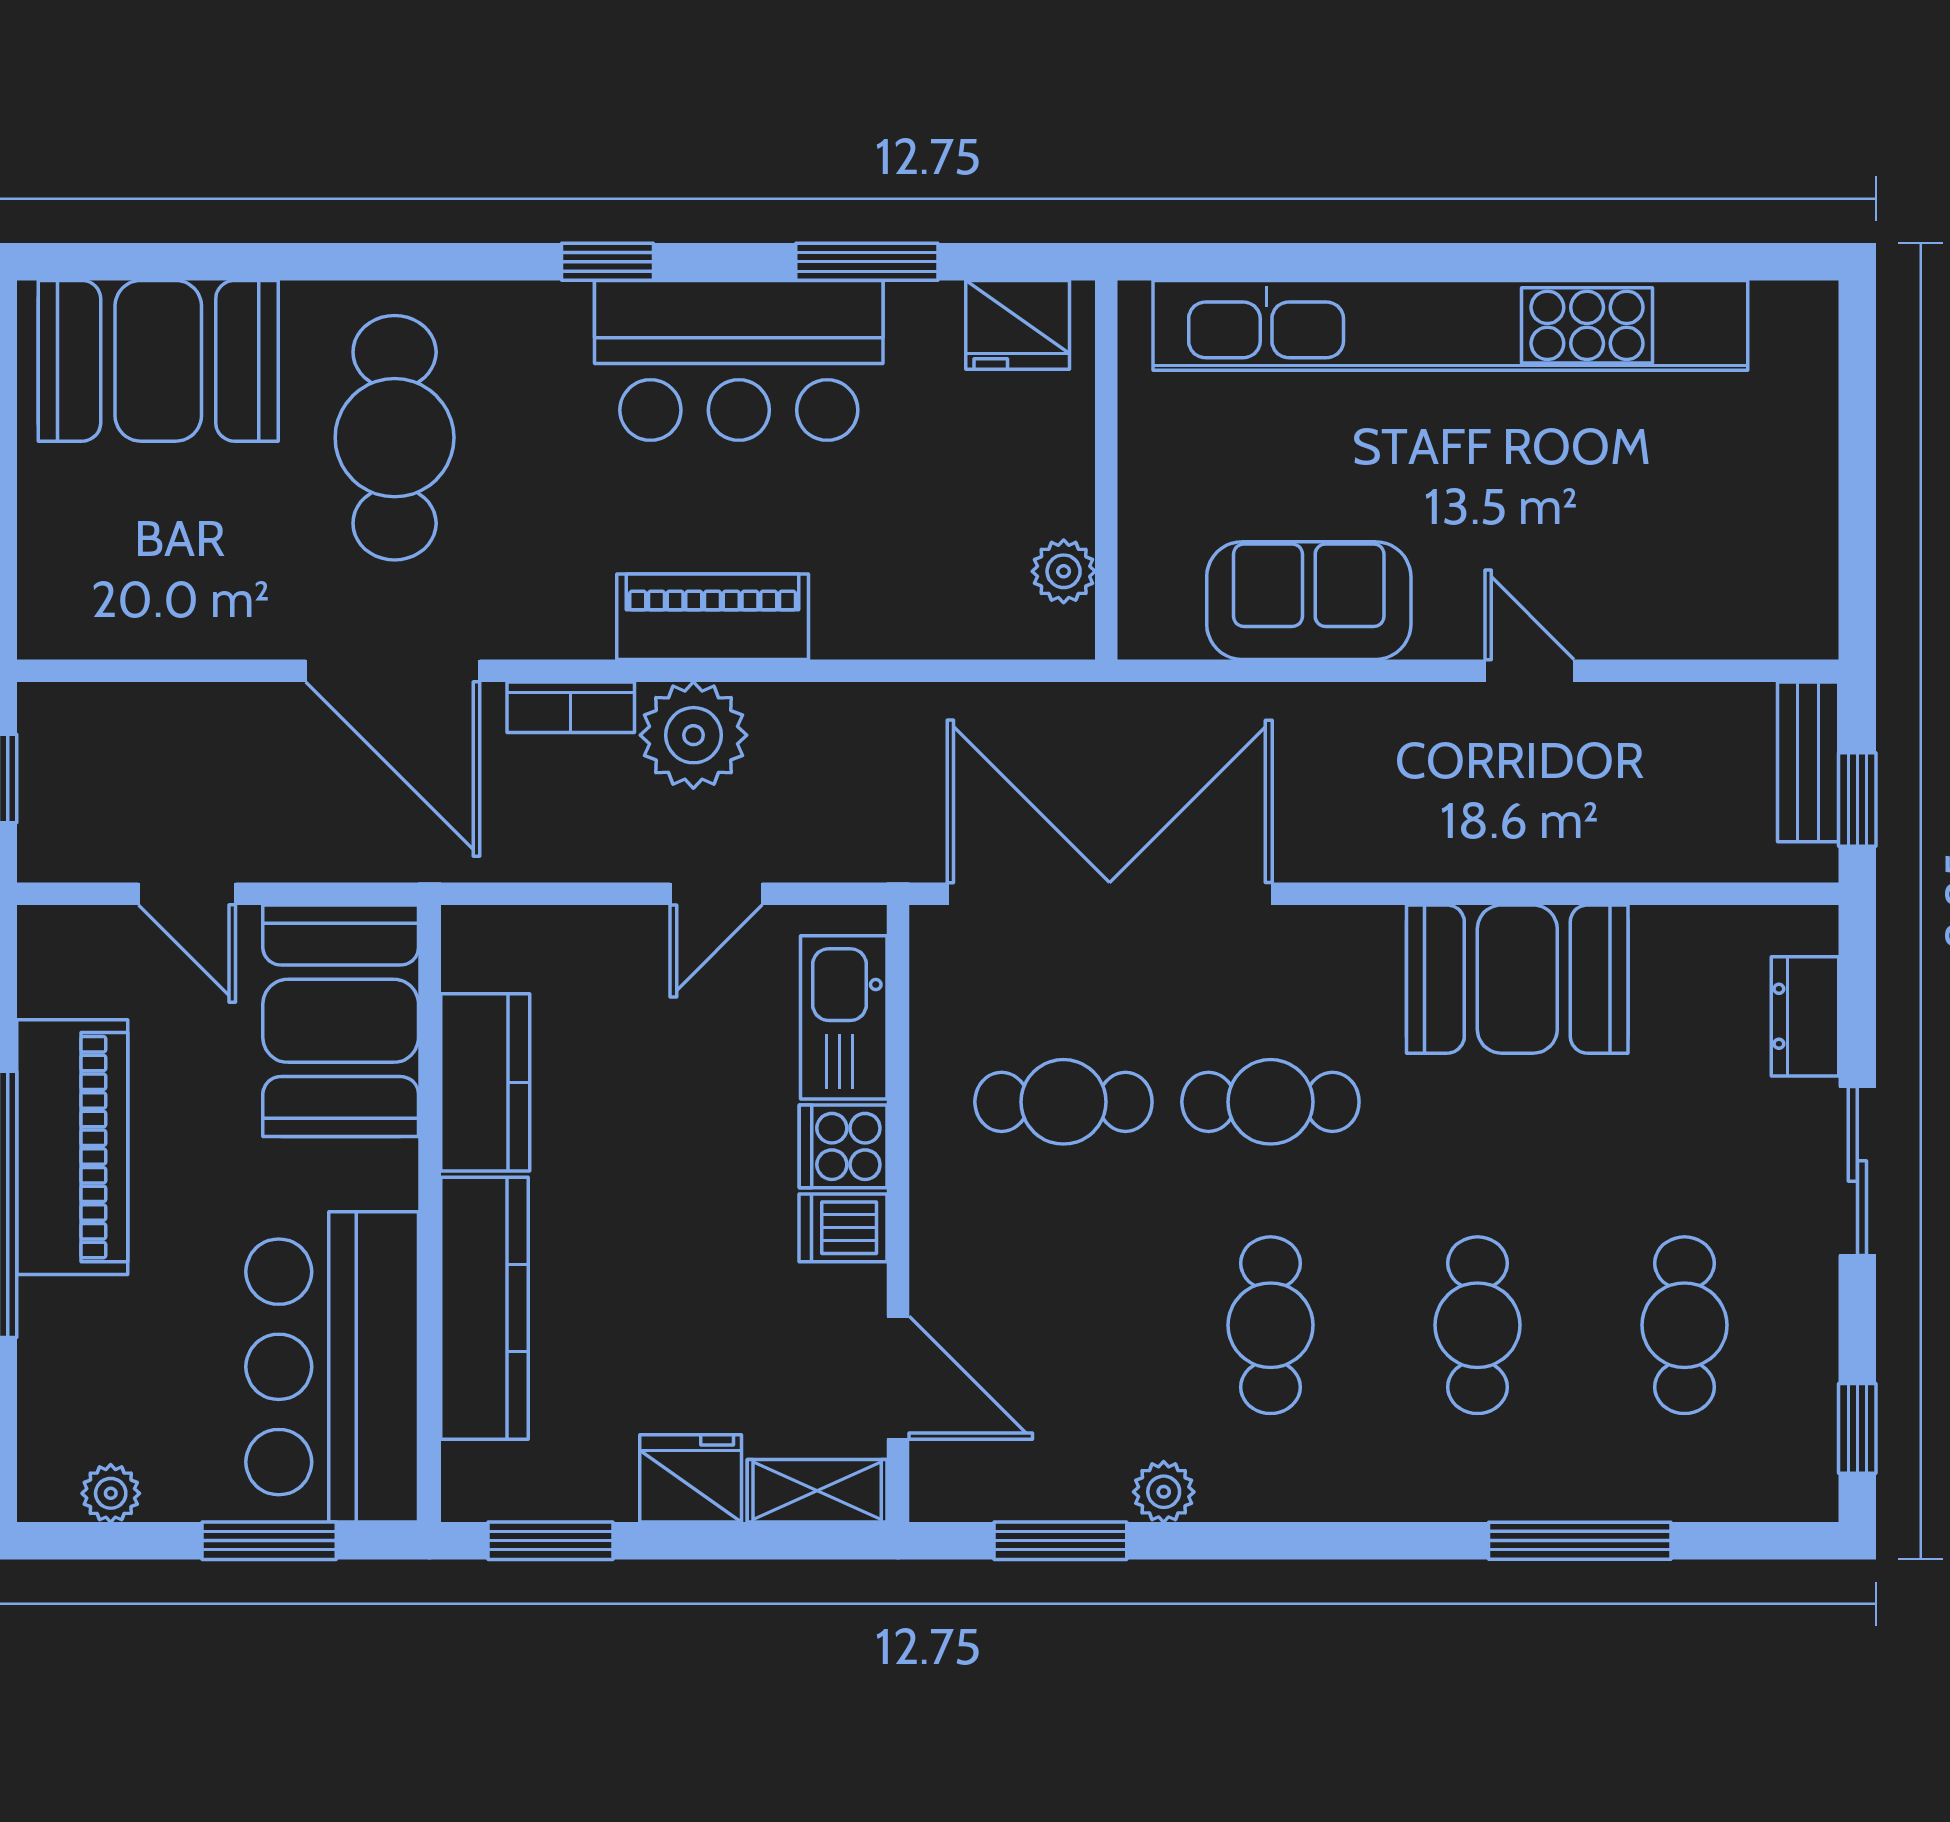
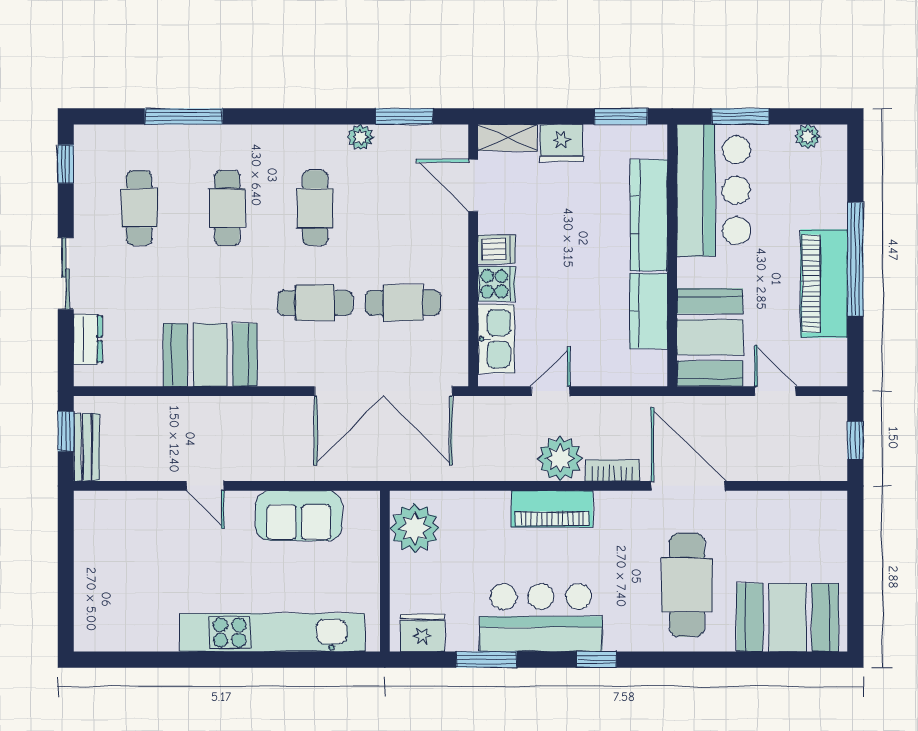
kitchen unit: (1450, 325) -> (272, 633), width x0.73
plant: (1064, 571) -> (415, 528), width x1.88, depth x1.88

